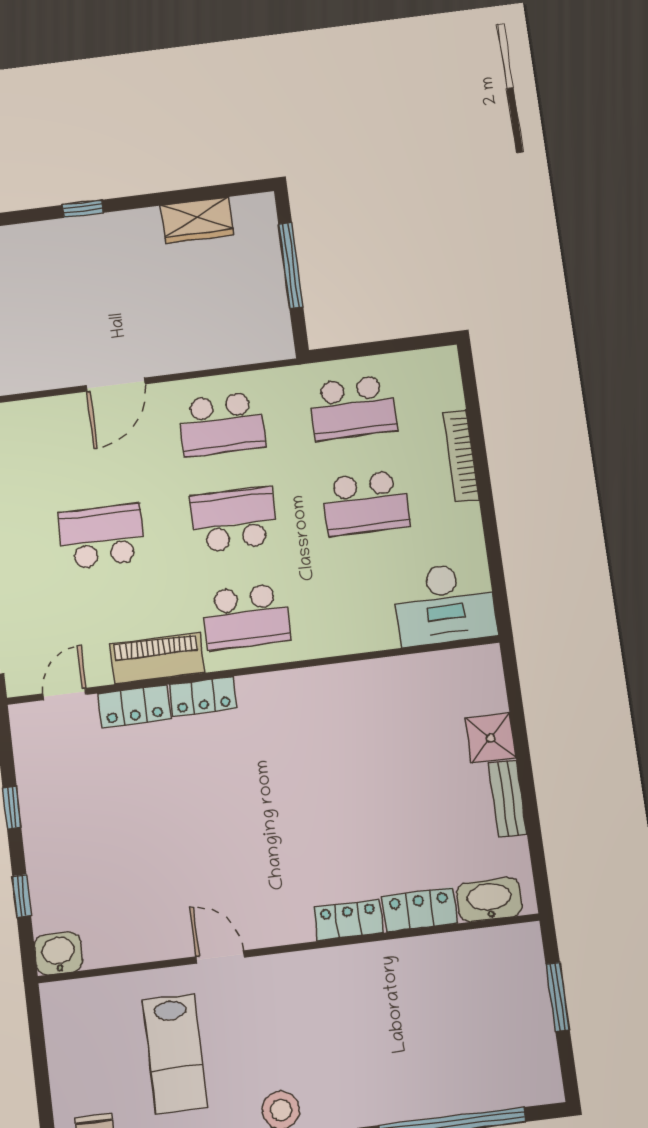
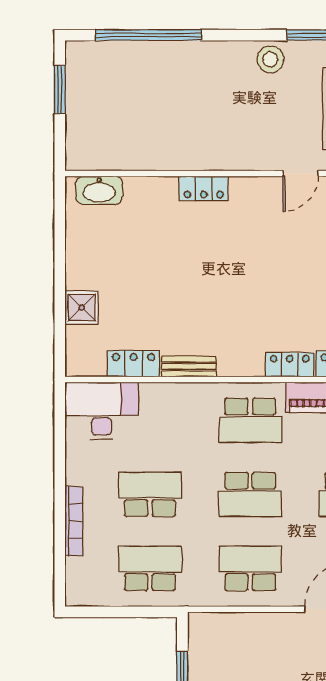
school desk: (246, 616) -> (250, 420), turned 180
bench: (508, 799) -> (189, 367), moved, turned 90
locker: (420, 910) -> (134, 364), moved, turned 180
door: (220, 957) -> (301, 173), hinge flipped
window: (558, 997) -> (60, 90), moved

